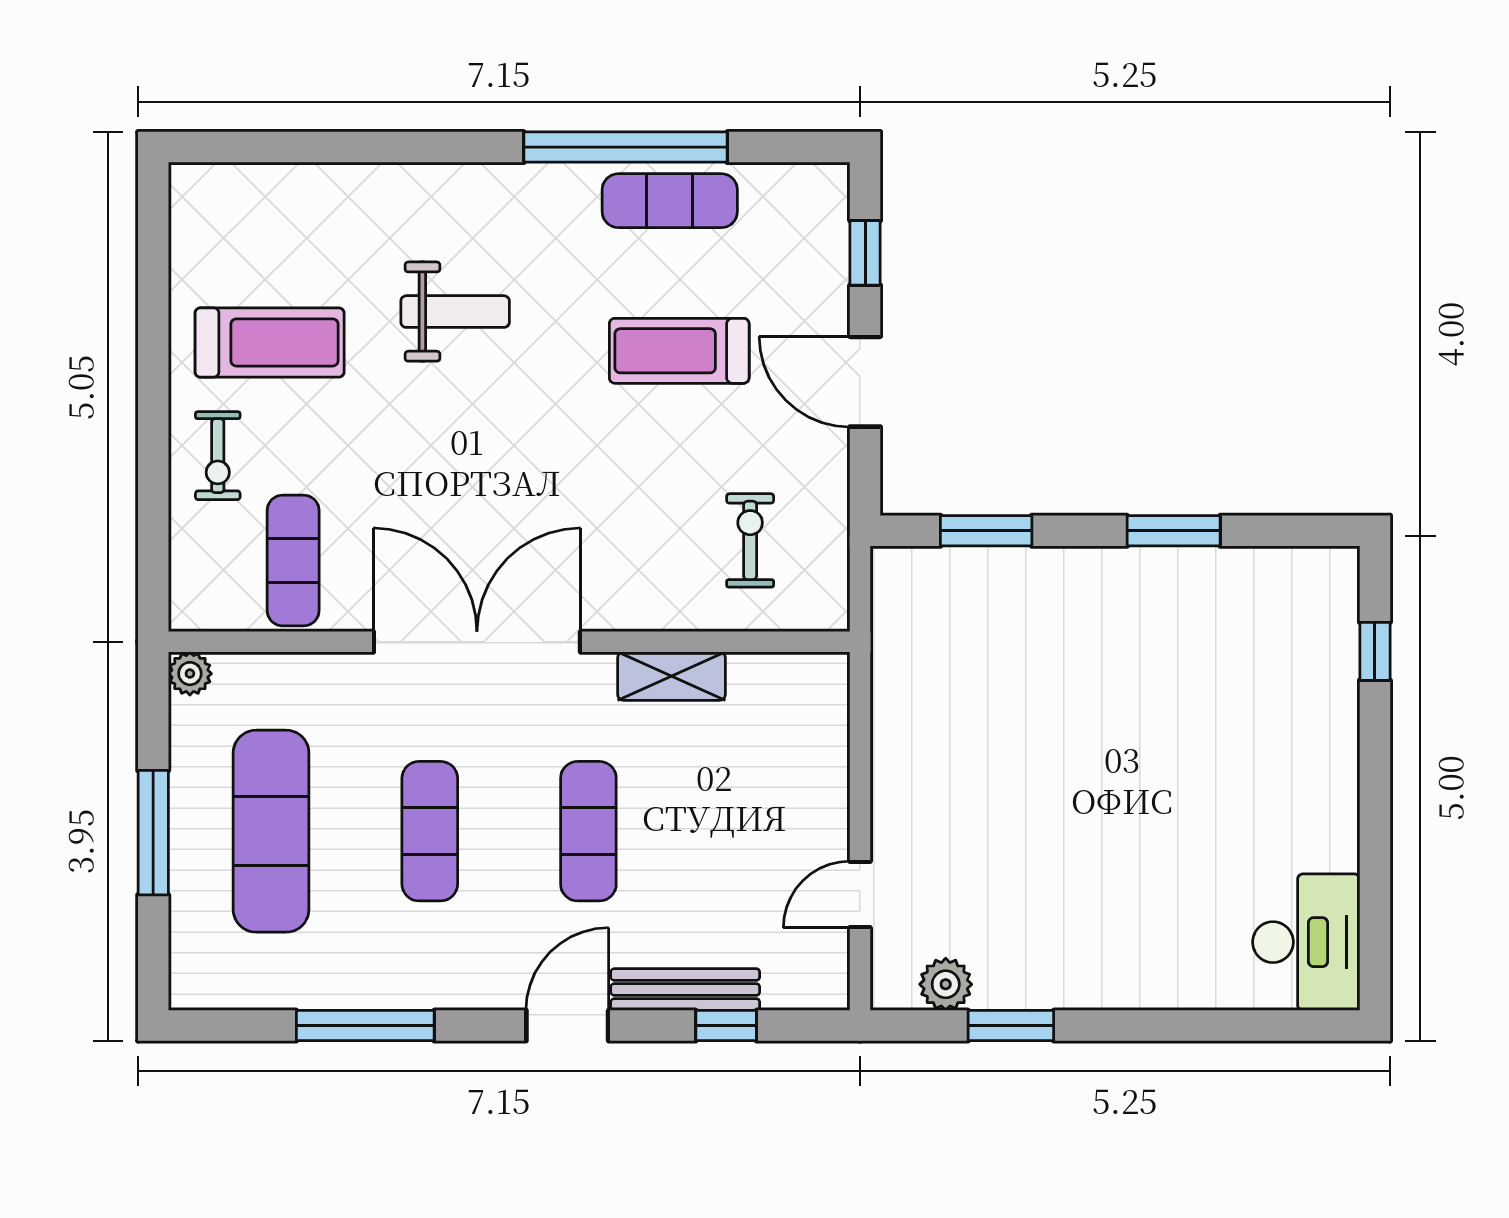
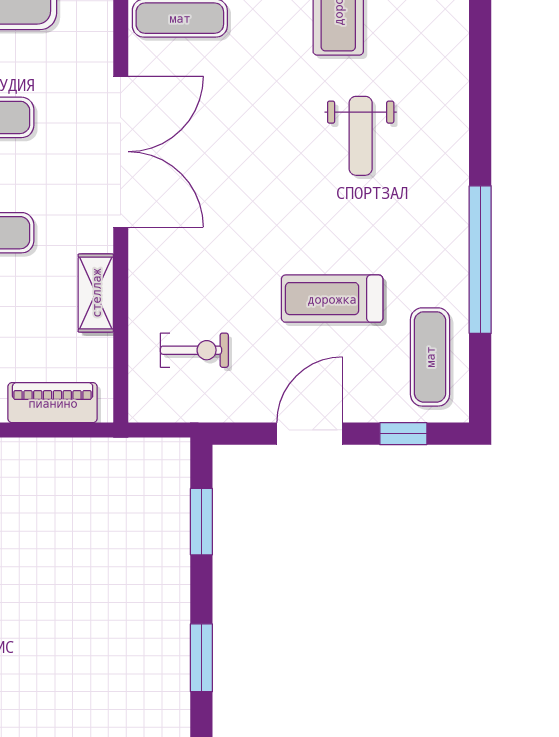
exercise mat: (670, 201) -> (430, 357), moved
treadmill: (679, 351) -> (332, 299), turned -90
piano: (822, 736) -> (53, 403), added

